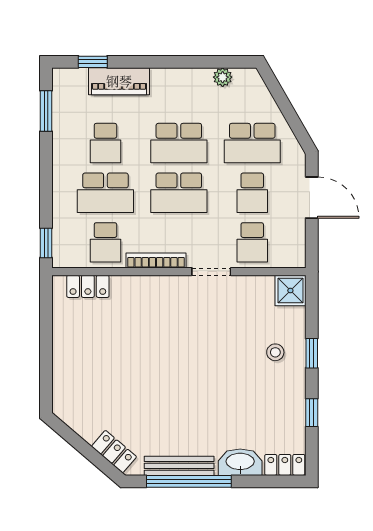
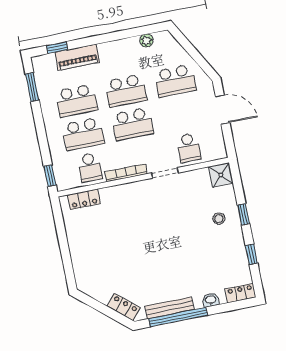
school desk: (105, 143) -> (76, 101), width x1.85
school desk: (252, 193) -> (182, 114), removed
washbasin: (240, 462) -> (211, 300), width x0.52, depth x0.69

